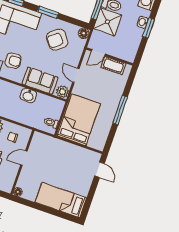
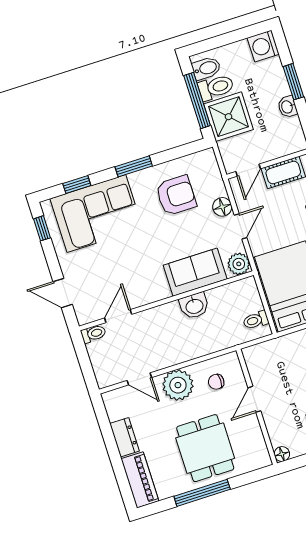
washbasin: (143, 22) -> (287, 107), moved
floor lamp: (84, 33) -> (222, 207), moved
armchair: (57, 40) -> (176, 195), turned -141
armchair: (13, 61) -> (136, 272), removed
door: (76, 75) -> (241, 226), swing flipped

